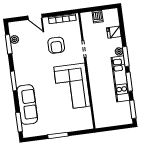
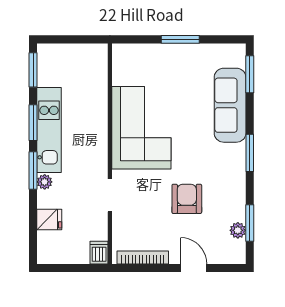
dishwasher: (98, 17) -> (99, 253), moved
armchair: (56, 45) -> (187, 199), moved

